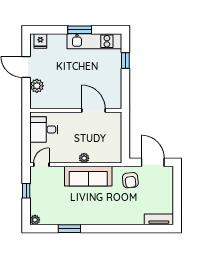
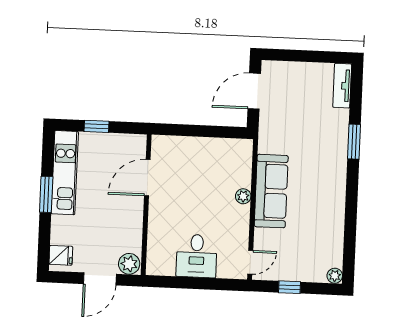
wall: (76, 110) -> (146, 205), moved
door: (93, 110) -> (147, 178), moved
door: (41, 165) -> (250, 262), swing flipped
armchair: (130, 180) -> (280, 127), removed
window: (69, 229) -> (354, 142), moved

